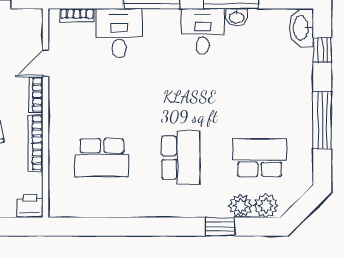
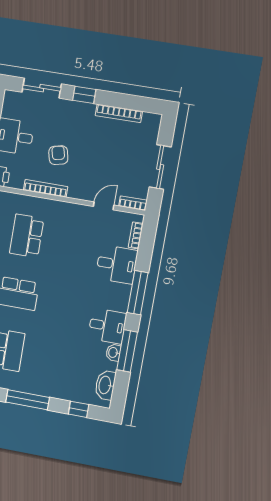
washbasin: (301, 28) -> (105, 385), moved, turned -90
door: (46, 63) -> (104, 206), hinge flipped
bookcase: (36, 95) -> (133, 203), moved

